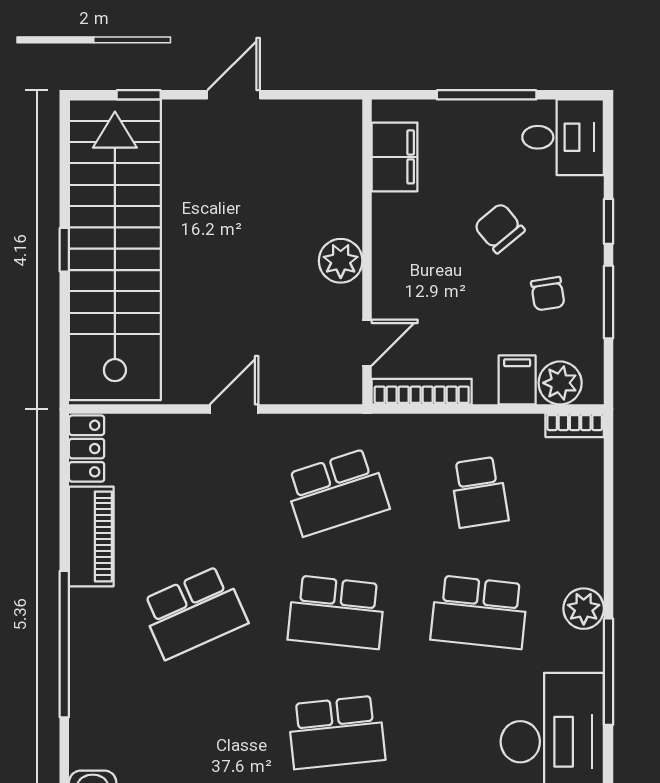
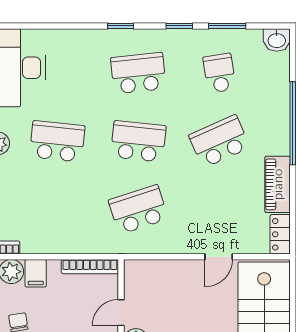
door: (367, 343) -> (121, 313), moved
door: (234, 409) -> (219, 257), moved
school desk: (479, 492) -> (219, 73), moved

